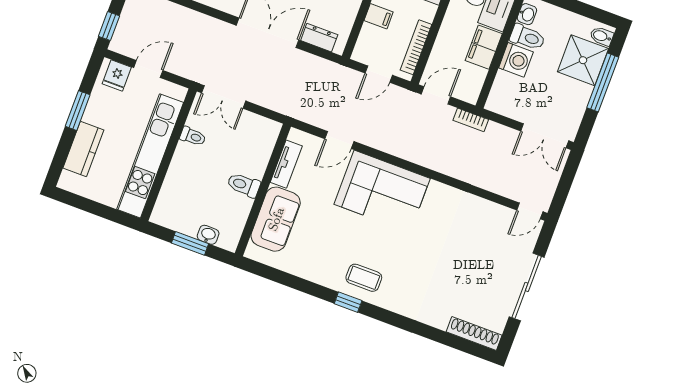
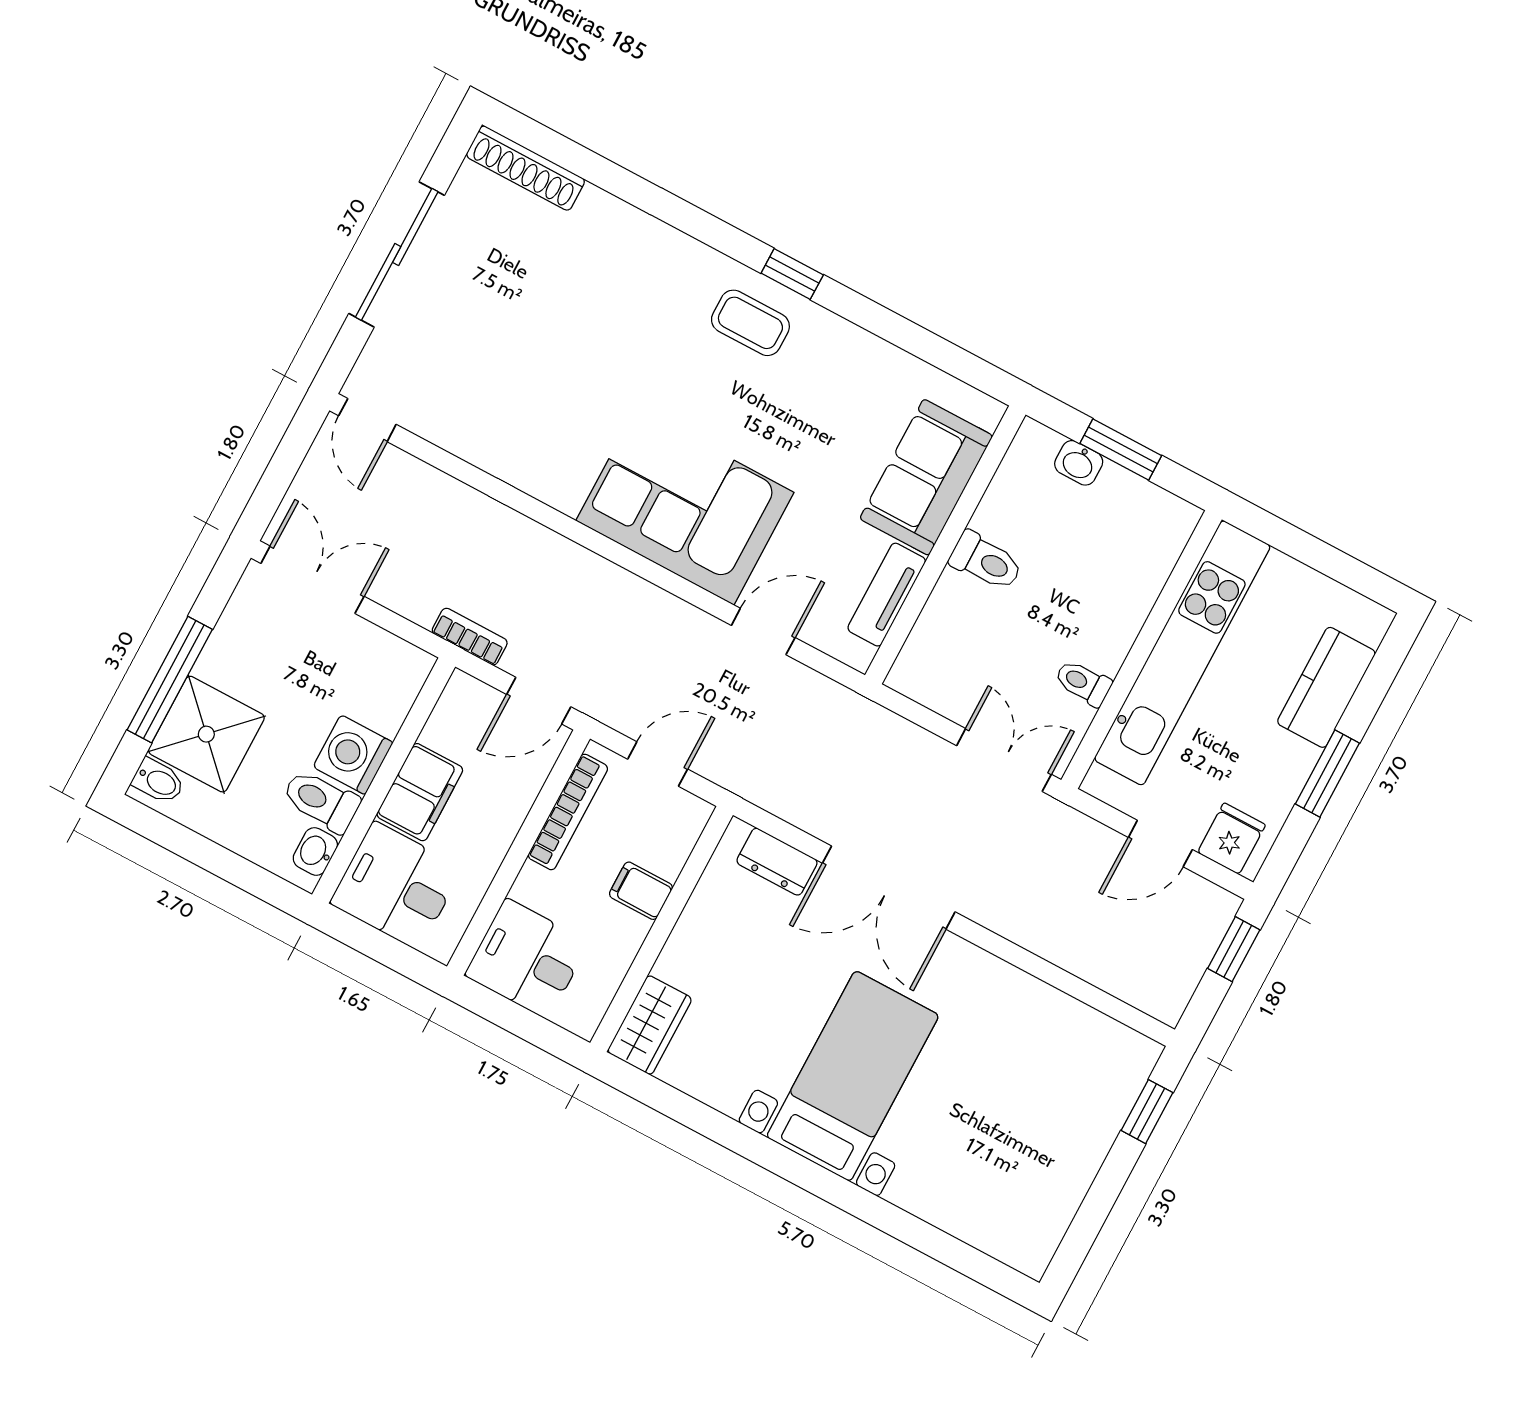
door: (530, 211) -> (367, 420), swing flipped

